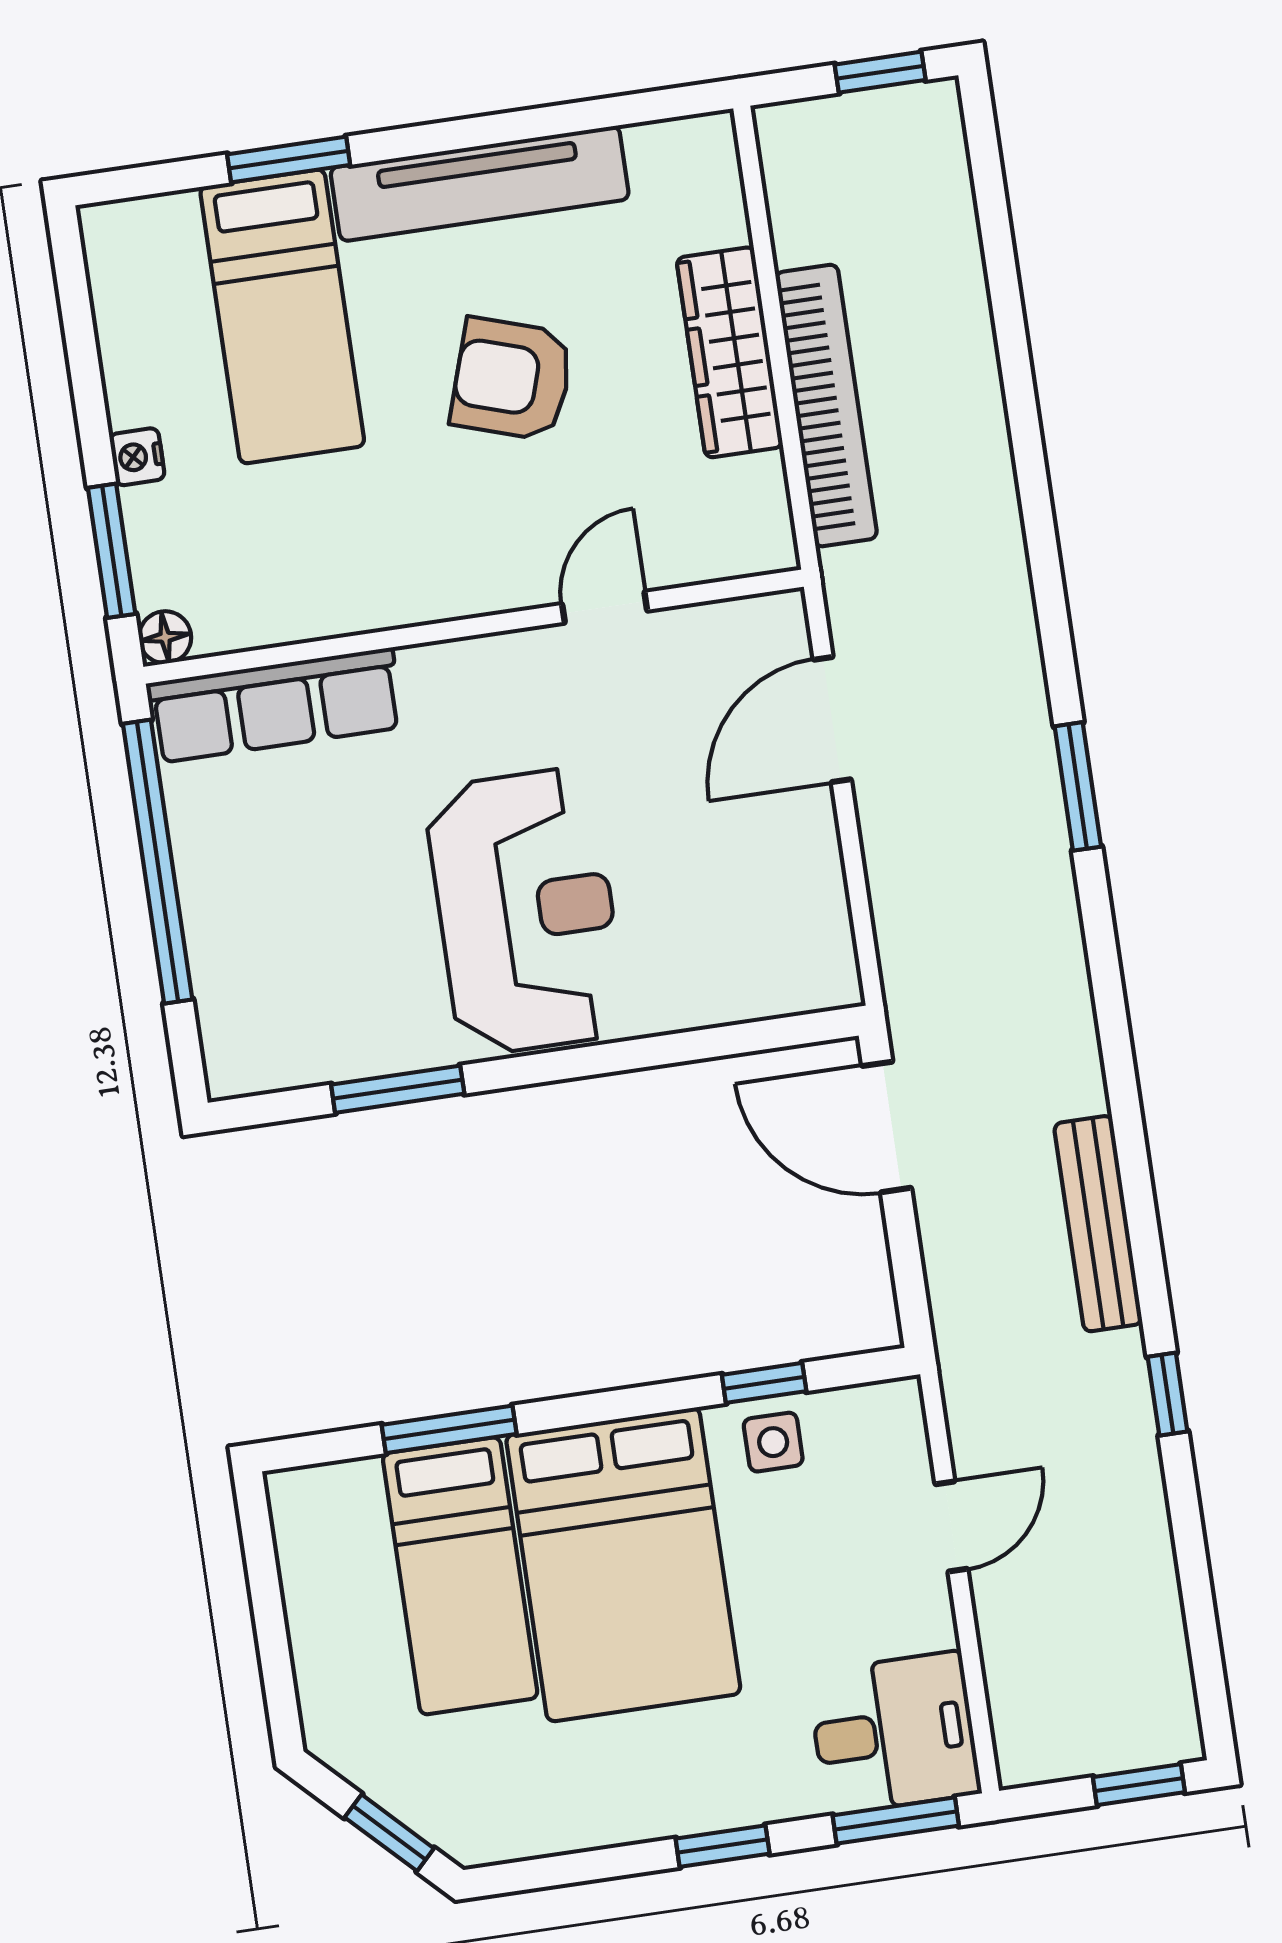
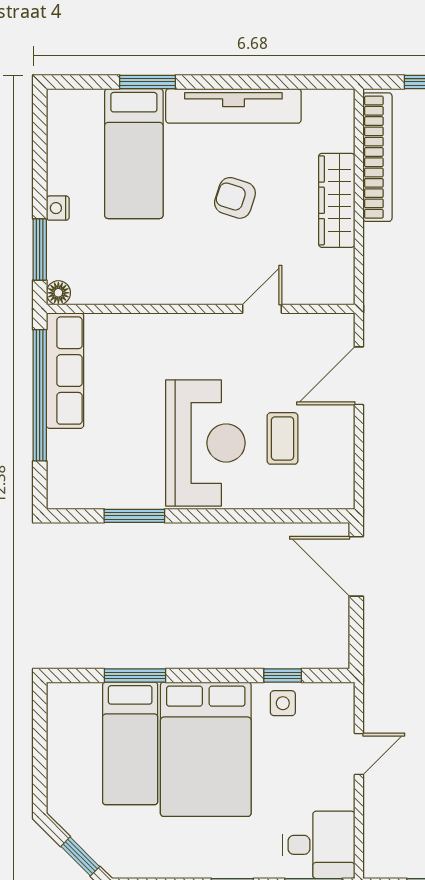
armchair: (512, 379) -> (235, 198), width x0.72, depth x0.72
bookcase: (826, 406) -> (377, 157), moved
row of seats: (275, 705) -> (65, 371), moved, turned -90
coffee table: (689, 877) -> (282, 438), added

